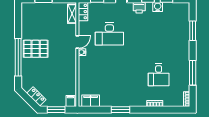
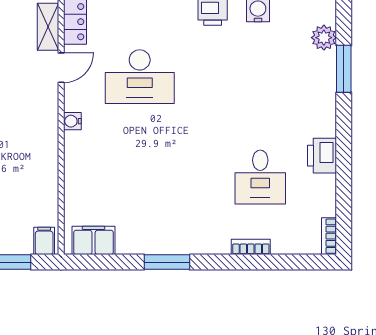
plant: (185, 18) -> (324, 38), added
door: (77, 42) -> (61, 68), moved
printer: (184, 66) -> (322, 156), added
window: (193, 73) -> (344, 172), removed

